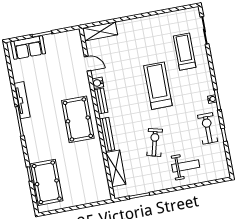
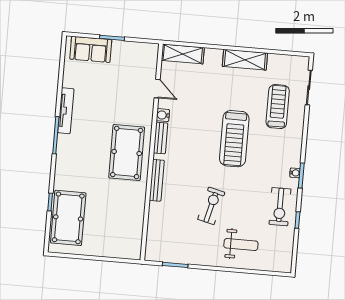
treadmill: (158, 86) -> (234, 139), turned 180
exercise bike: (208, 128) -> (280, 207), turned 180
shelving: (116, 168) -> (245, 60), moved, turned 90

